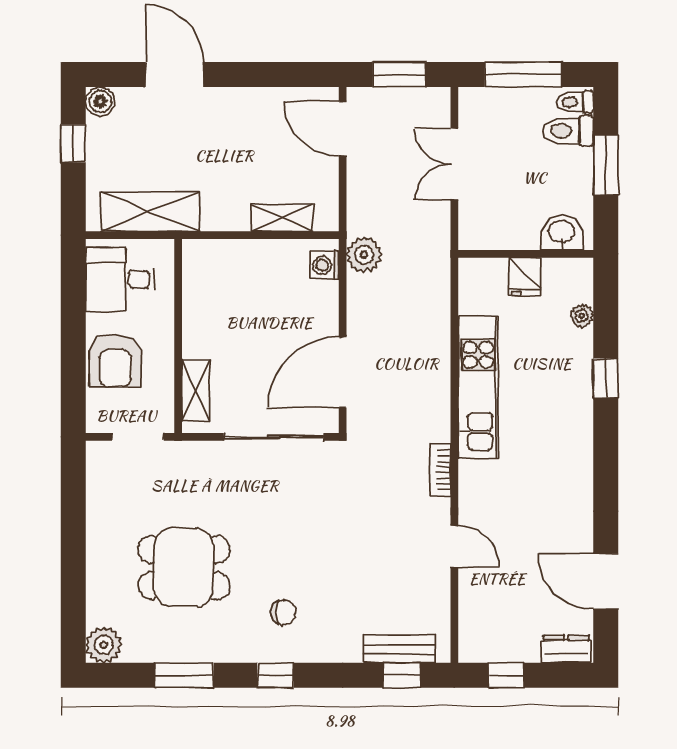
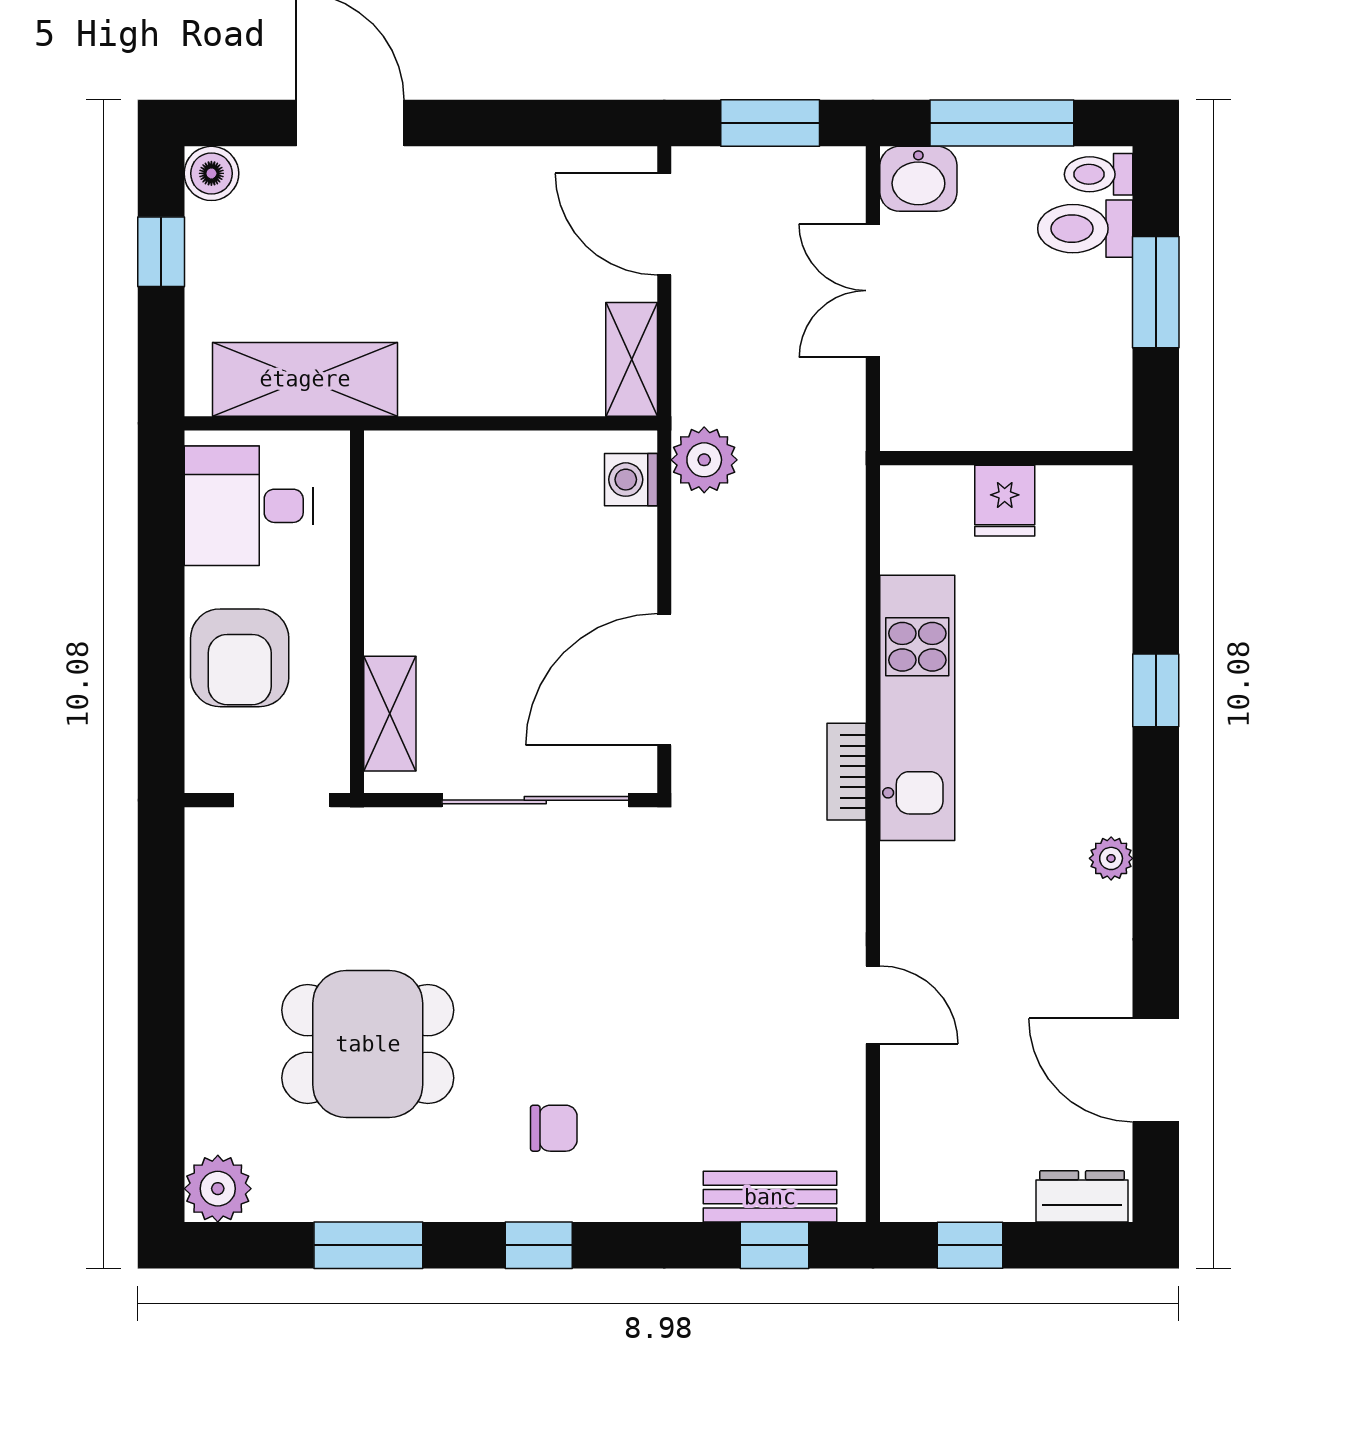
shelving: (282, 218) -> (632, 359), moved, turned 90
washbasin: (562, 233) -> (918, 179), moved, turned 180
plant: (582, 316) -> (1111, 858), moved
bookcase: (440, 470) -> (847, 772), moved

